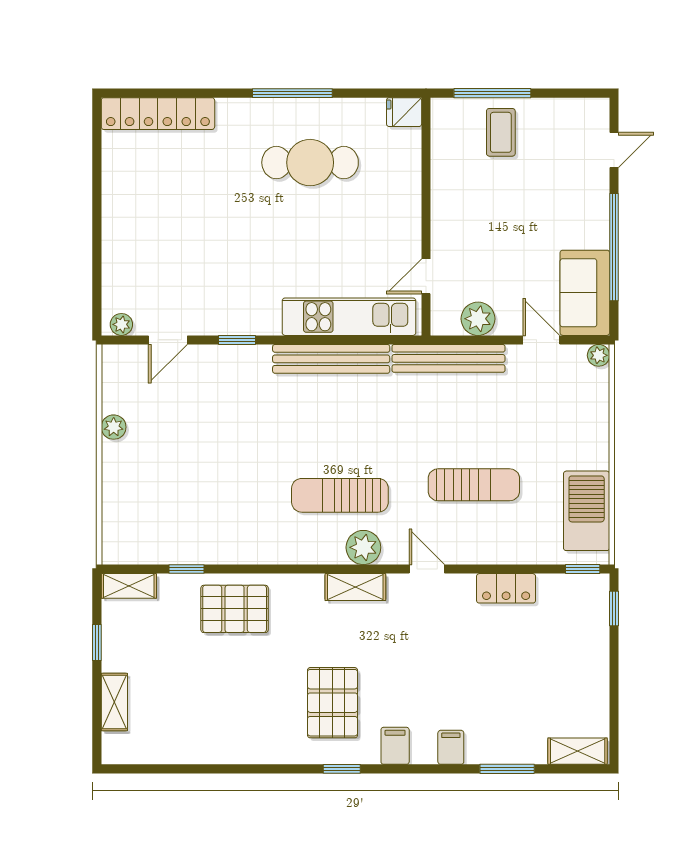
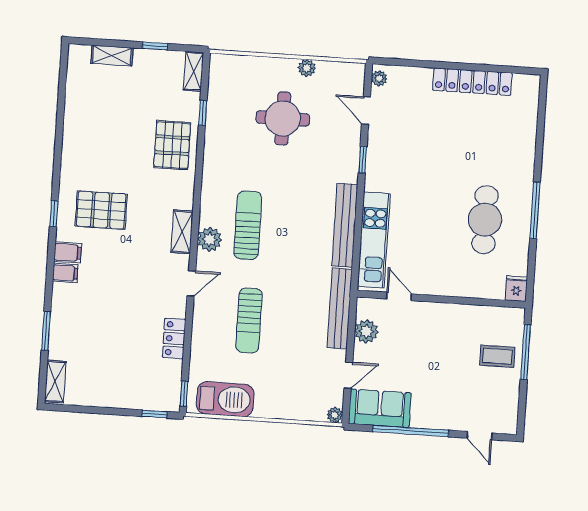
locker: (158, 114) -> (472, 82), moved, turned -90
round table: (187, 456) -> (283, 118), added
filing cabinet: (451, 747) -> (65, 273), moved

